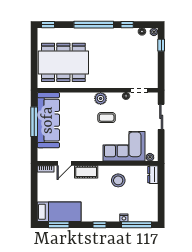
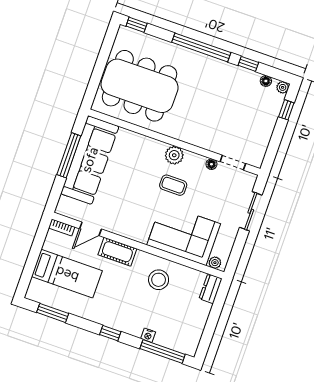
bed: (59, 212) -> (67, 274), moved

